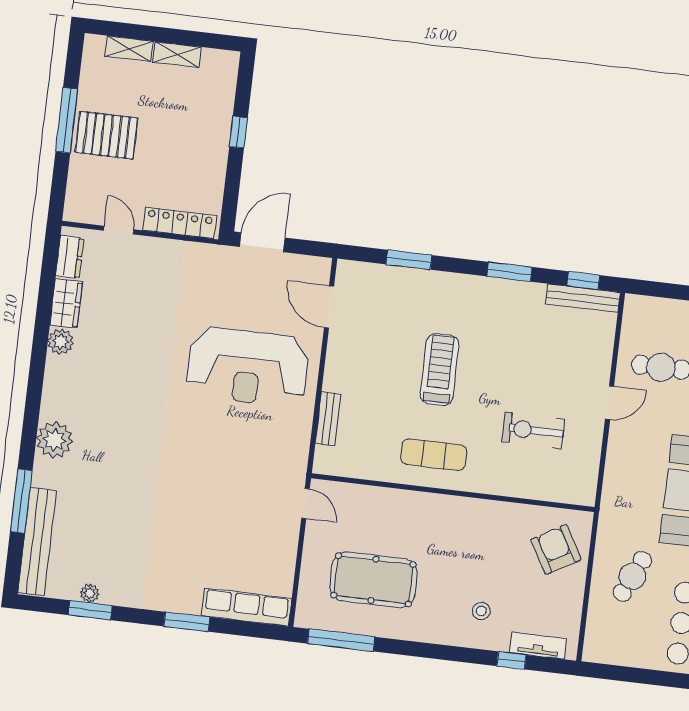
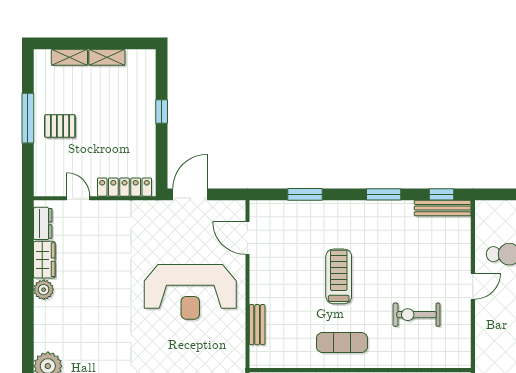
pallet: (107, 135) -> (60, 126), width x0.67, depth x0.71

